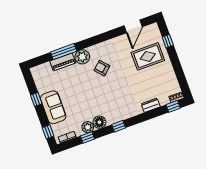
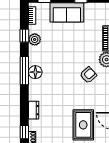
floor lamp: (99, 122) -> (35, 72), moved
window: (119, 126) -> (24, 71), width x2.17

